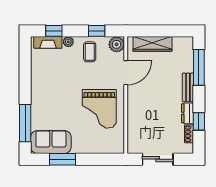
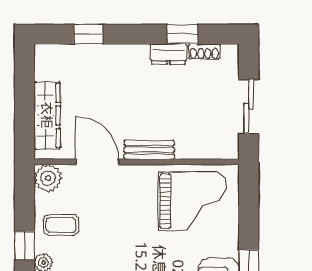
window: (97, 31) -> (25, 246), moved
window: (199, 67) -> (88, 34), width x0.46
bench: (188, 87) -> (149, 150), moved
grand piano: (99, 109) -> (192, 201), moved

